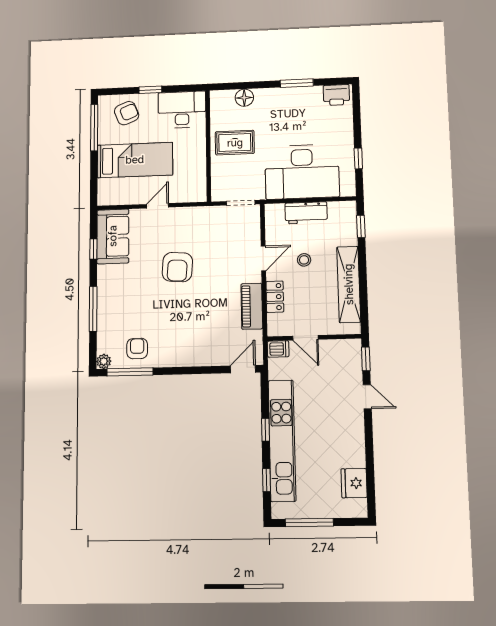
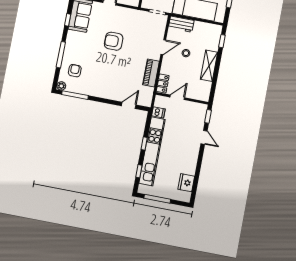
workbench: (306, 213) -> (181, 24), moved
armchair: (177, 267) -> (114, 41), turned 86
shelving: (349, 284) -> (209, 66), width x0.68
locker: (275, 297) -> (163, 83), moved
door: (305, 338) -> (177, 97), swing flipped
armchair: (137, 348) -> (75, 71), moved
dishwasher: (278, 349) -> (158, 112), moved
door: (243, 369) -> (129, 105), moved

